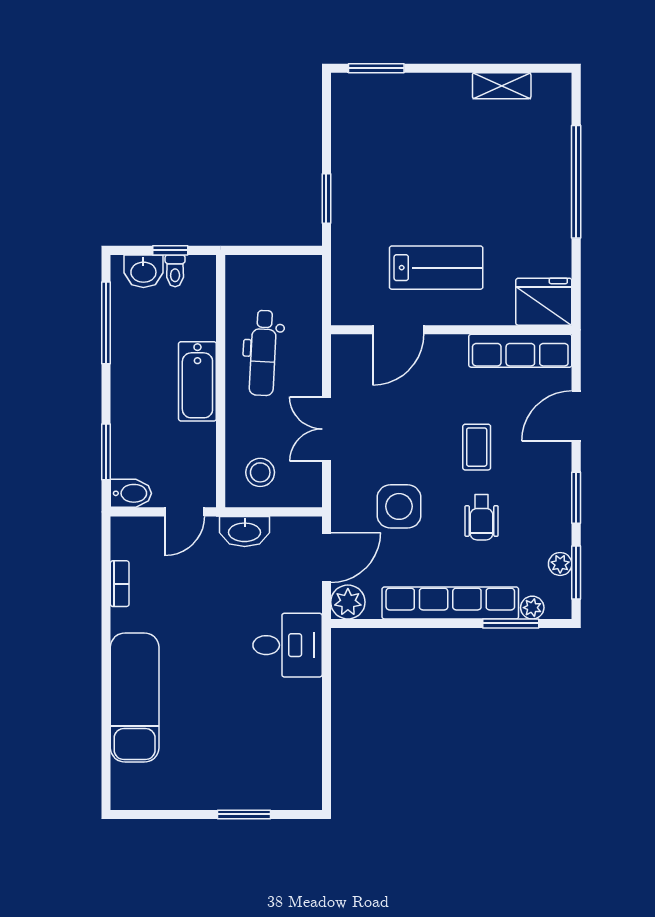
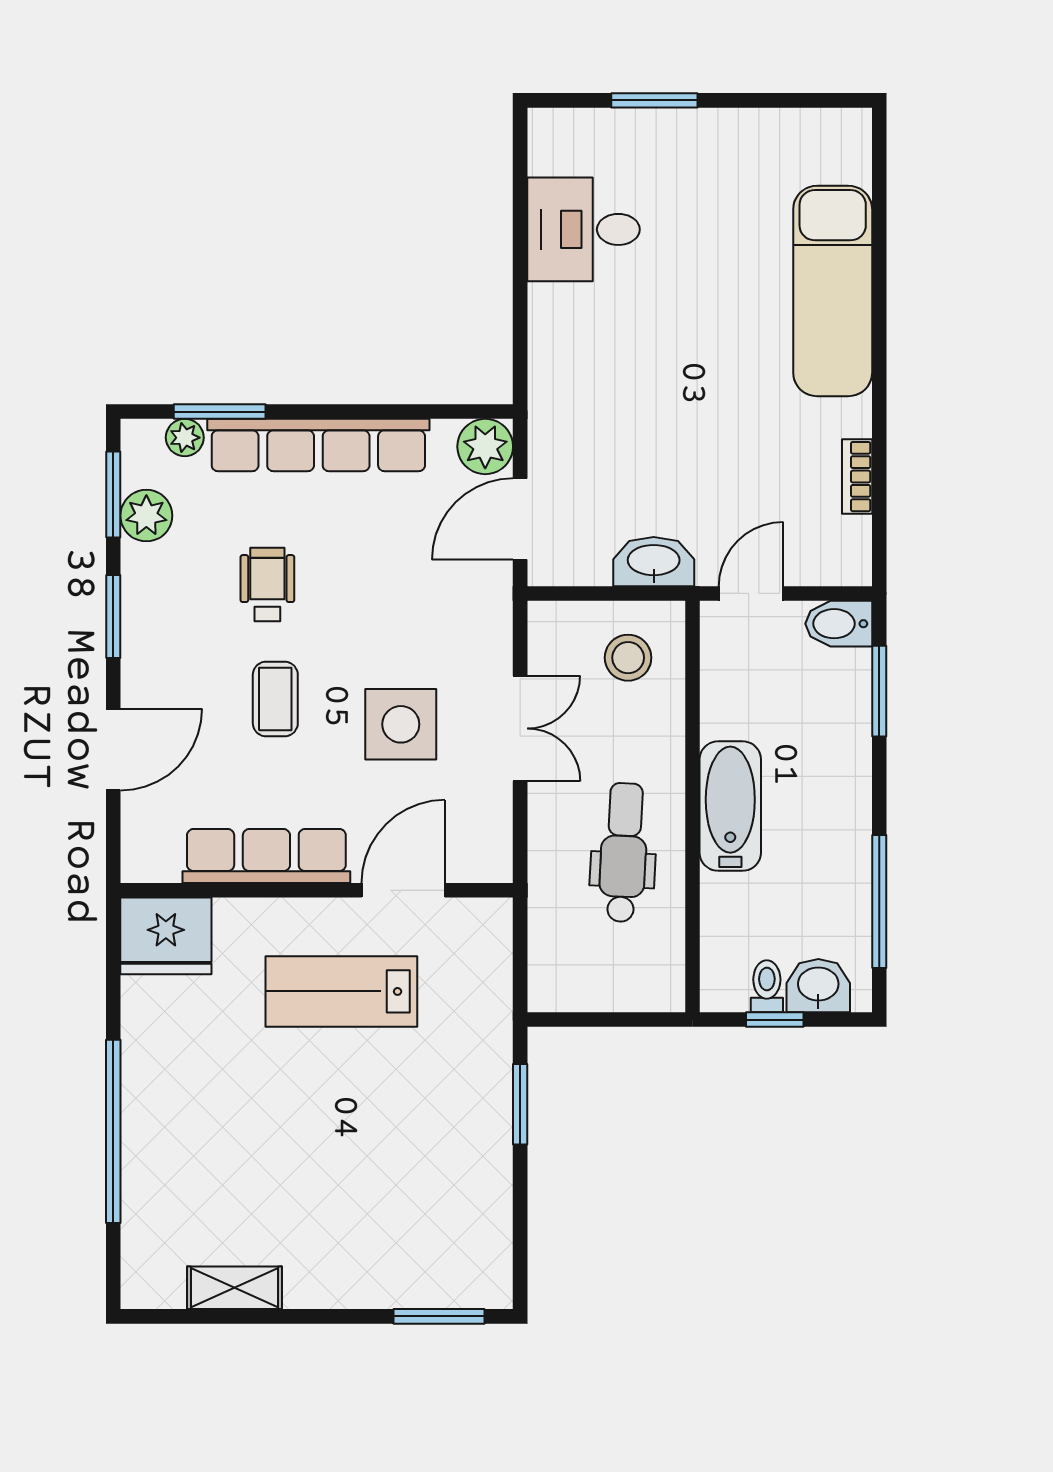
row of seats: (520, 351) -> (266, 856), moved
side table: (399, 506) -> (401, 724), moved
plant: (560, 564) -> (146, 516), width x1.38, depth x1.38
desk: (288, 645) -> (584, 229), moved

